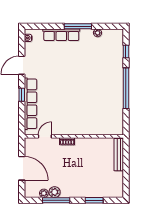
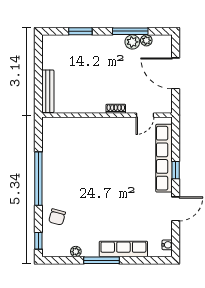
window: (126, 51) -> (38, 241), moved
chair: (112, 59) -> (57, 217), added

